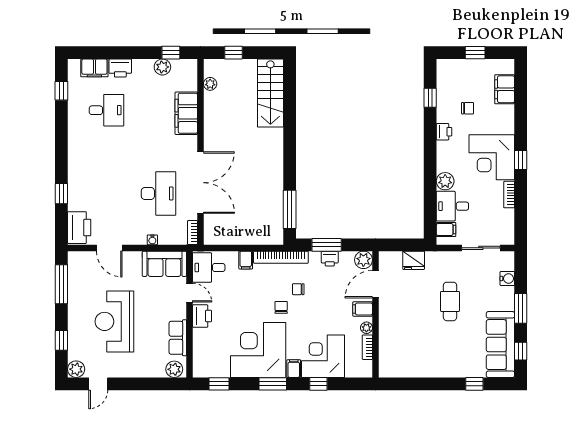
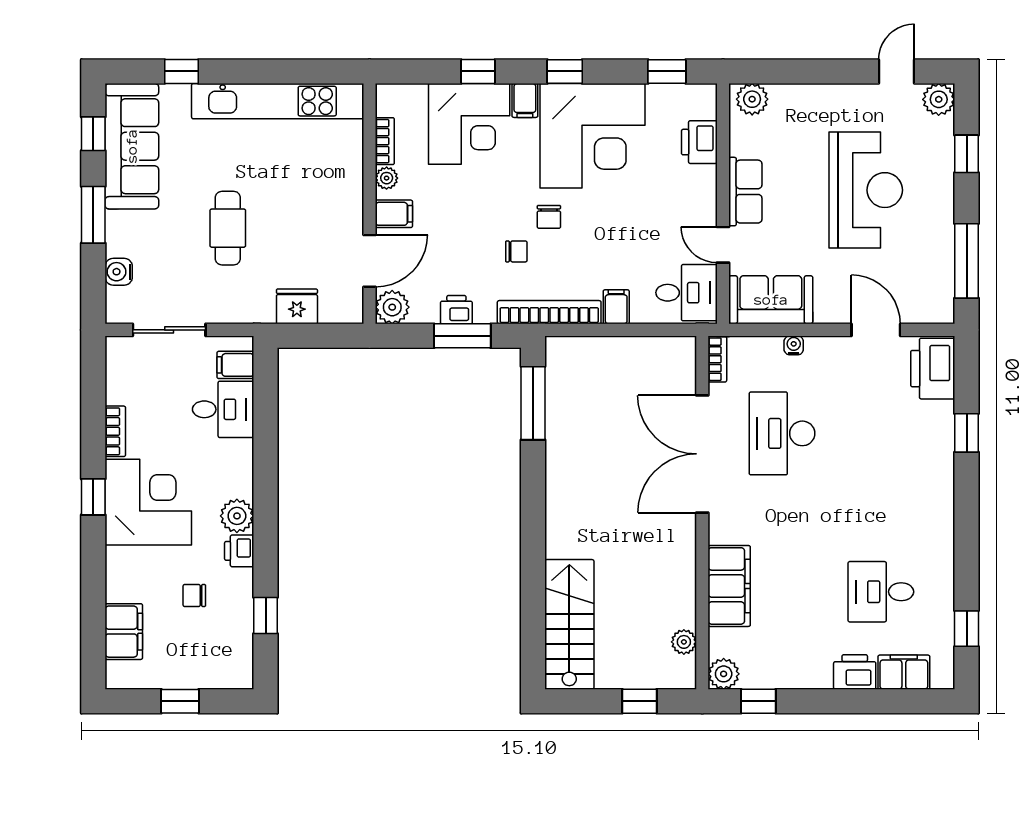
plant: (162, 67) -> (724, 674), moved
plant: (445, 181) -> (237, 516), moved
printer: (202, 316) -> (699, 142), moved
row of seats: (178, 338) -> (745, 192), moved
kitchen unit: (424, 368) -> (278, 101), added
window: (273, 384) -> (565, 71), width x0.67

